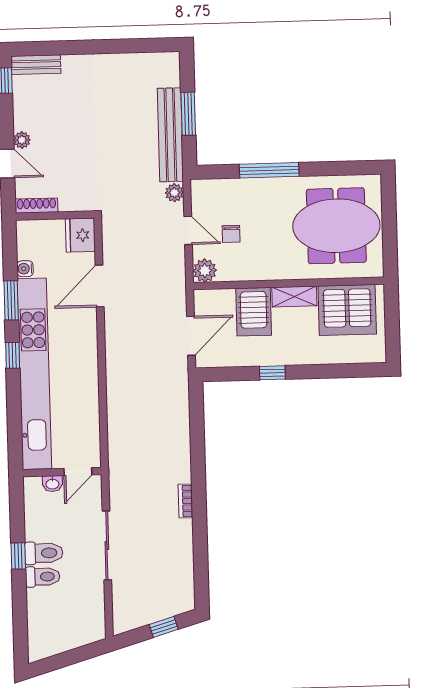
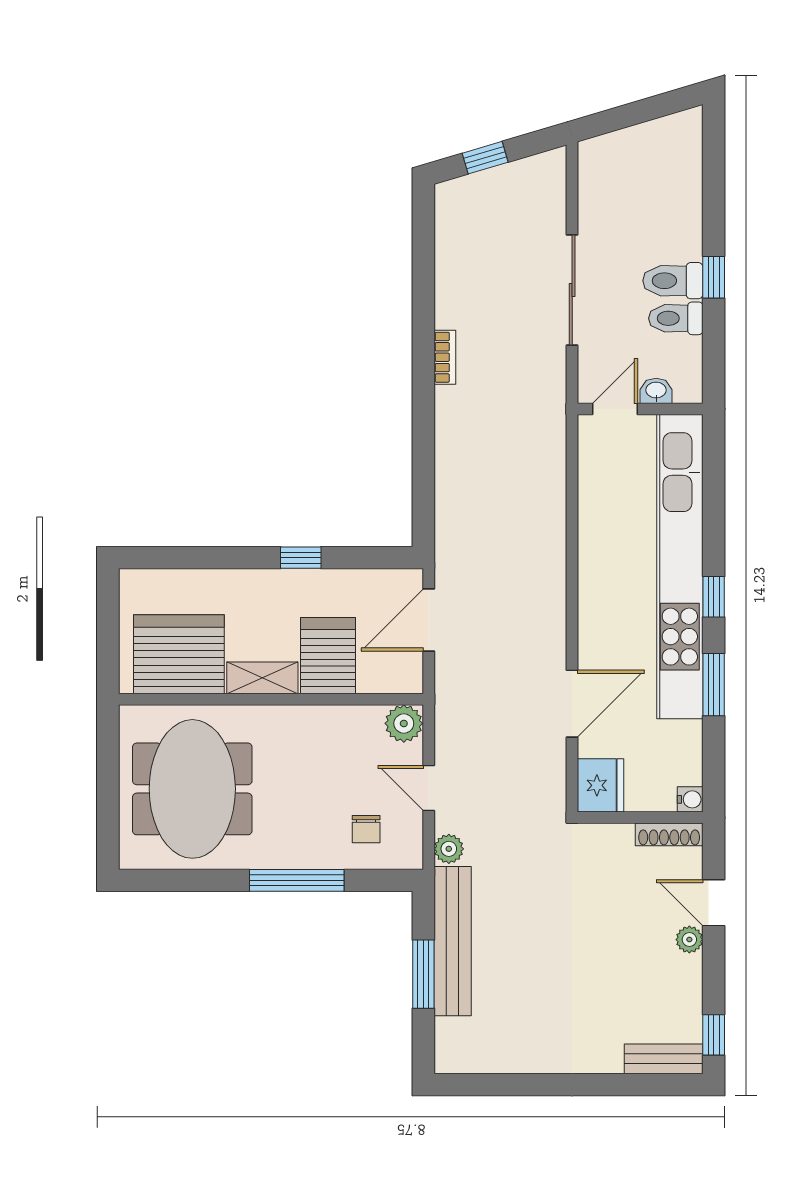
meeting table: (336, 226) -> (192, 789), turned 90
chair: (231, 234) -> (366, 829), moved, turned 180
water cooler: (25, 269) -> (690, 799), moved
toilet: (43, 577) -> (676, 318), moved

